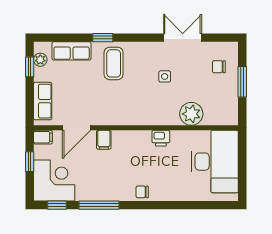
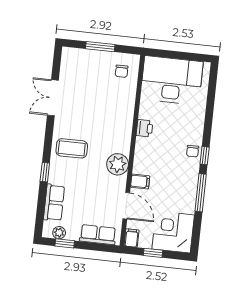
coffee table: (114, 63) -> (72, 148), moved
chair: (219, 67) -> (122, 71), moved
side table: (165, 76) -> (87, 118), removed
plant: (191, 114) -> (118, 164), moved
window: (57, 205) -> (205, 156), moved

